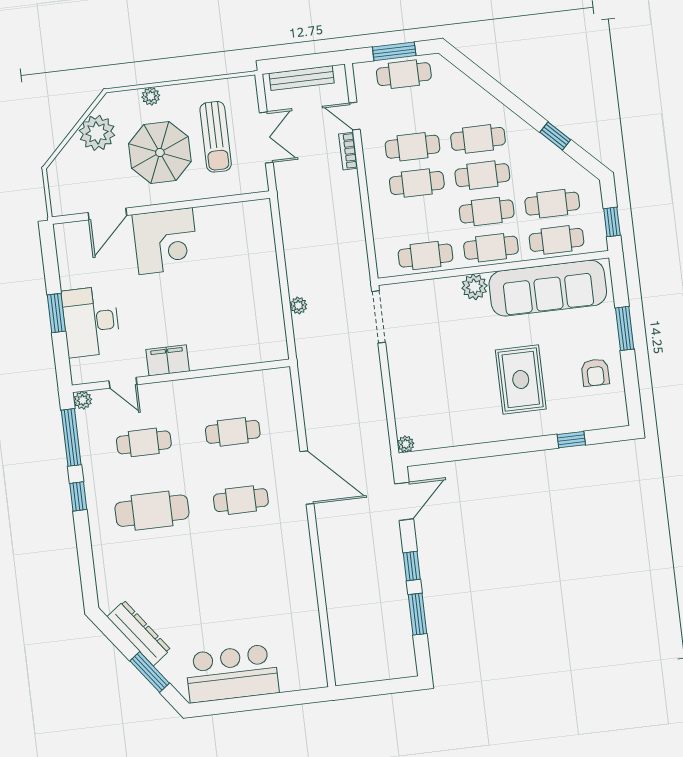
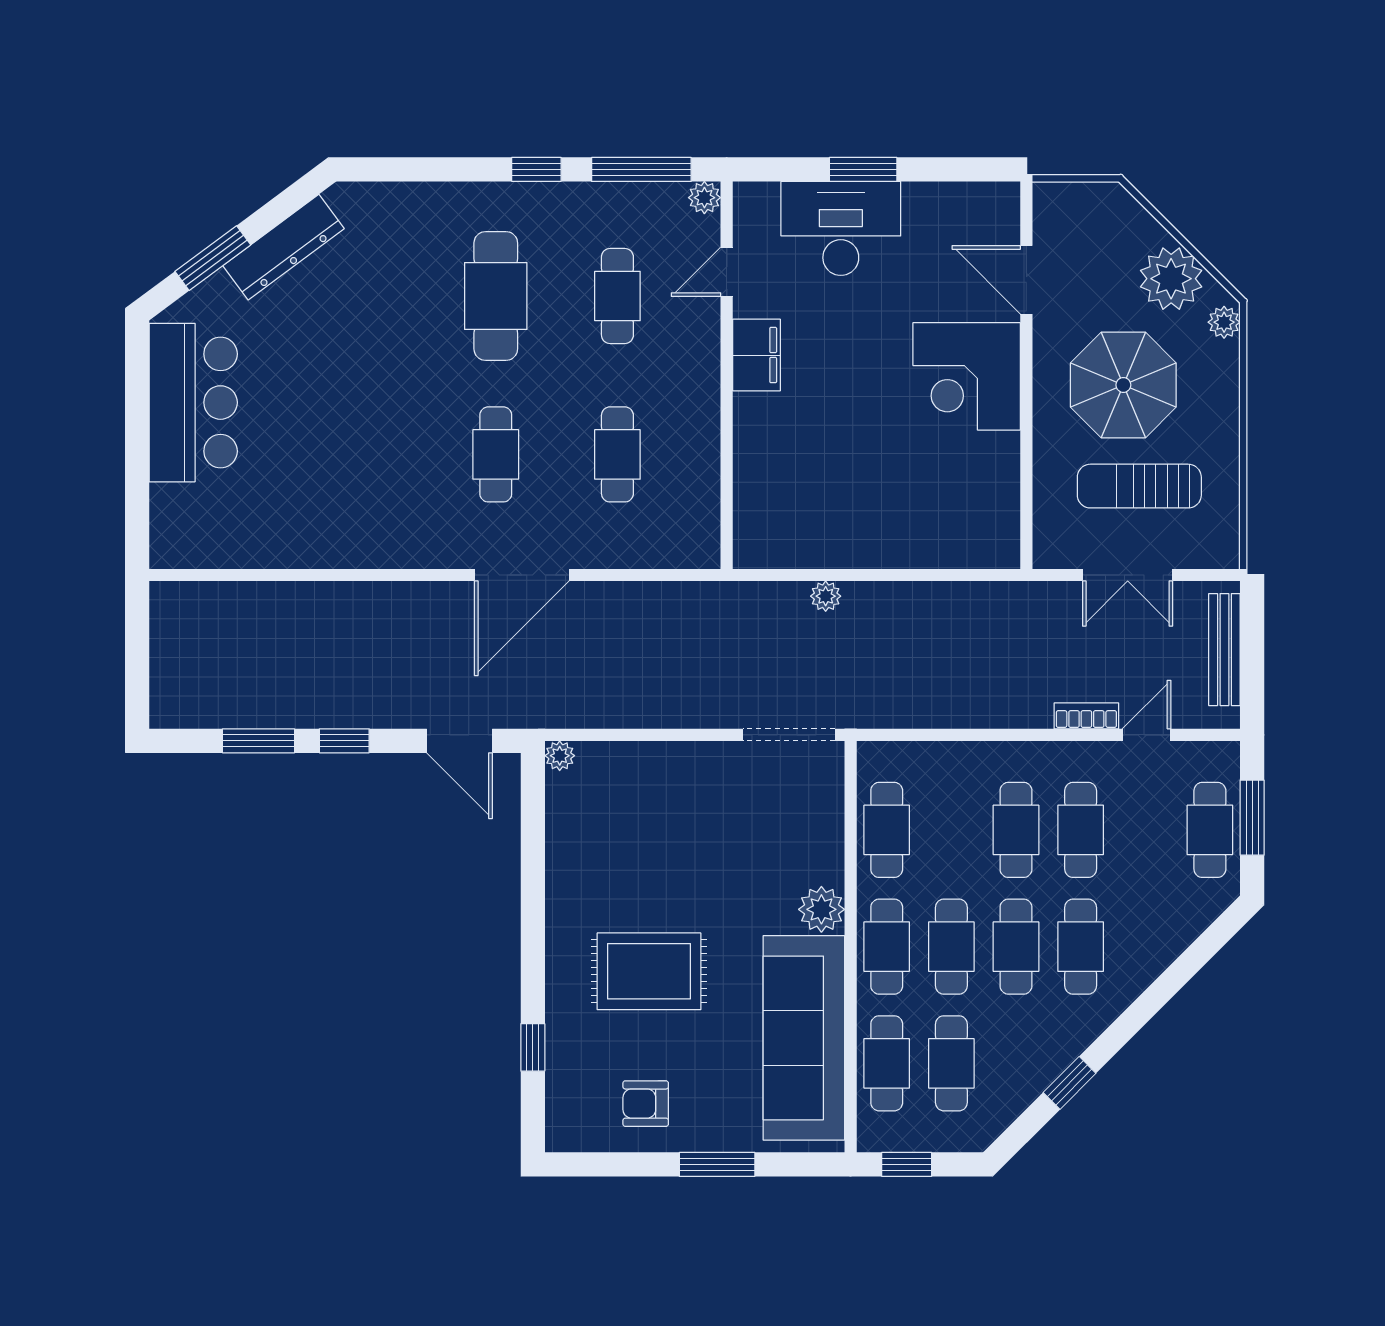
plant: (151, 96) -> (1224, 322), moved

